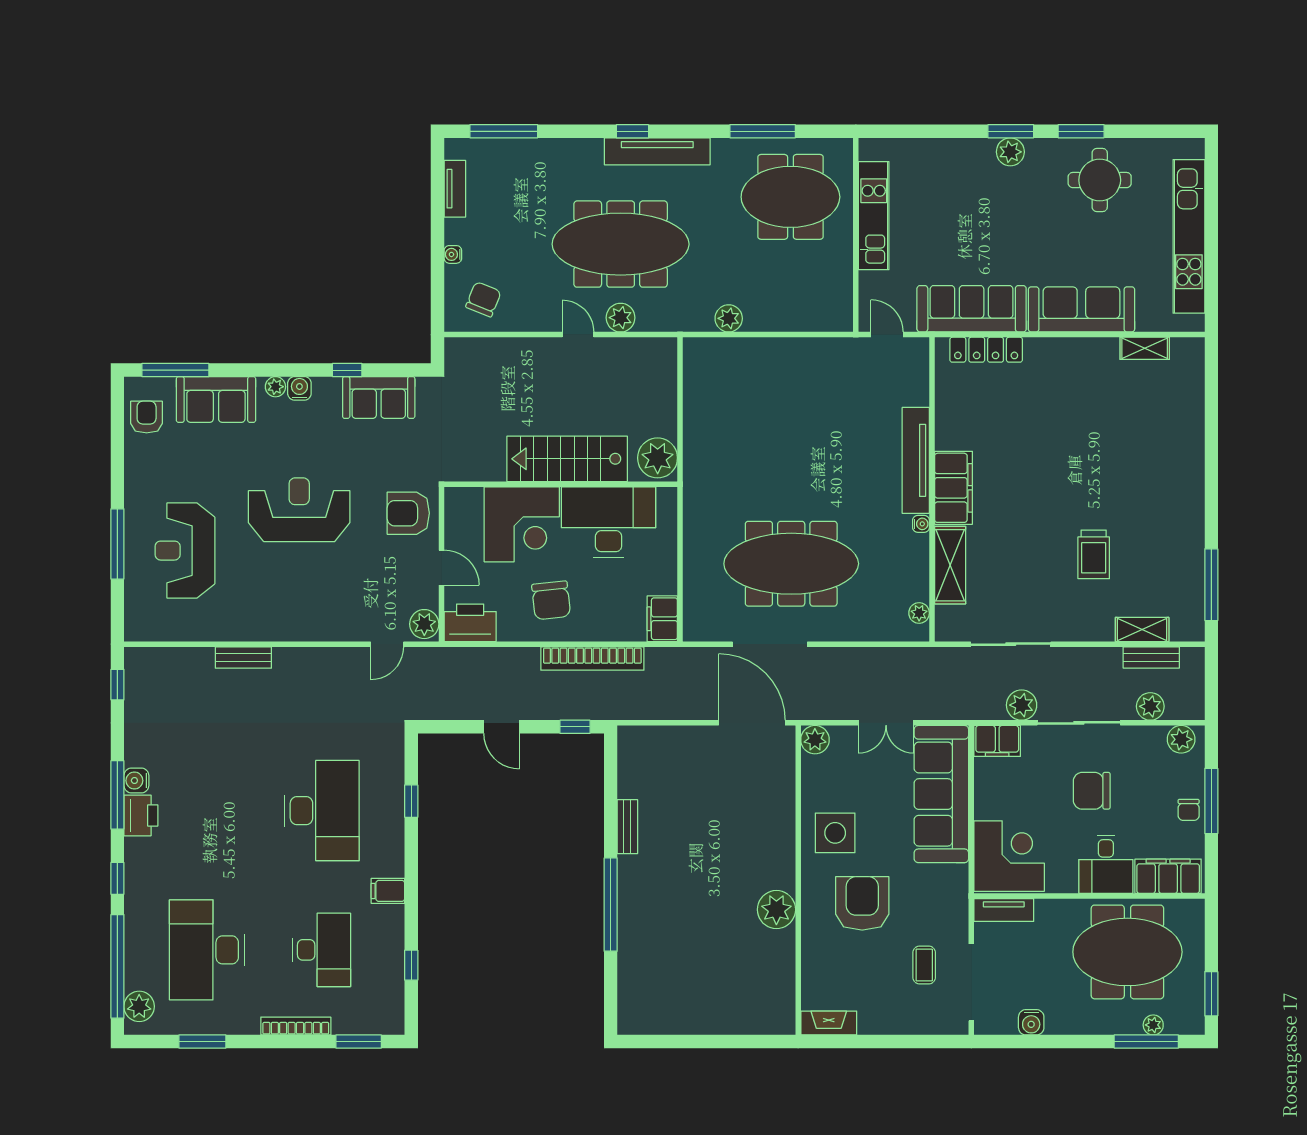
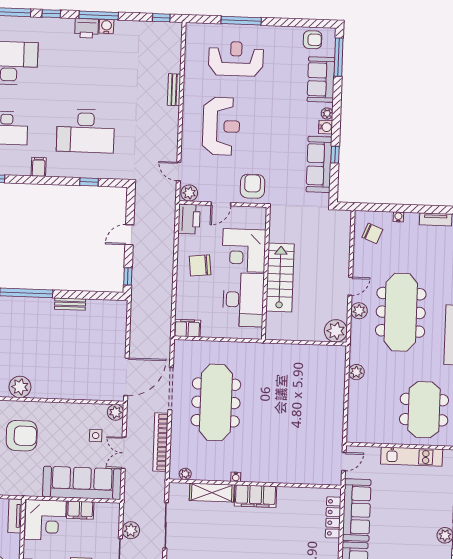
sofa: (379, 397) -> (319, 164), width x1.36
plant: (658, 458) -> (336, 331), moved
tv unit: (916, 460) -> (272, 475), removed
reception desk: (299, 510) -> (221, 126), moved
bookcase: (592, 658) -> (161, 442), moved
filing cabinet: (997, 741) -> (80, 510), moved, turned -90
side table: (835, 833) -> (96, 436), moved, width x0.54, depth x0.54

